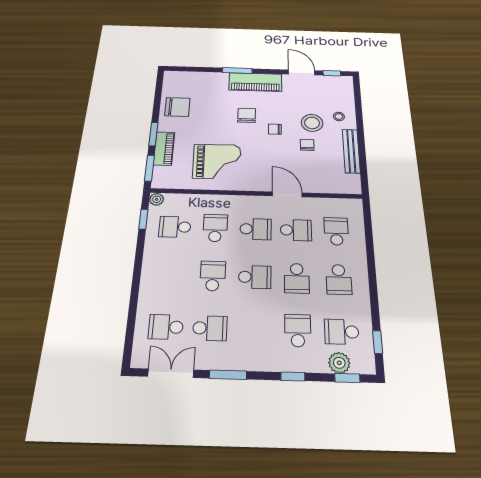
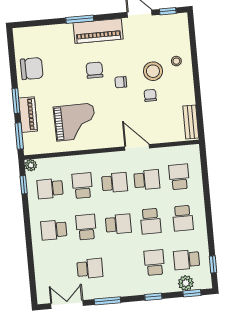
bench: (351, 151) -> (191, 122), moved, width x0.73
school desk: (166, 327) -> (54, 230), moved

